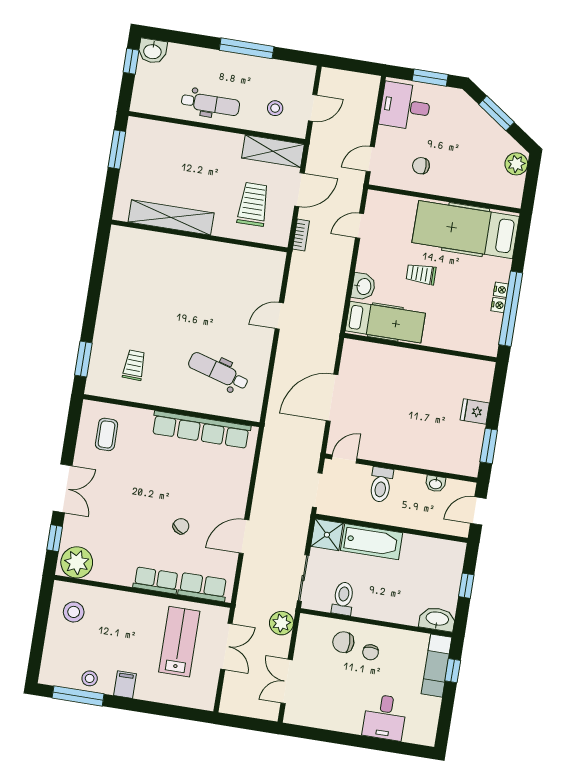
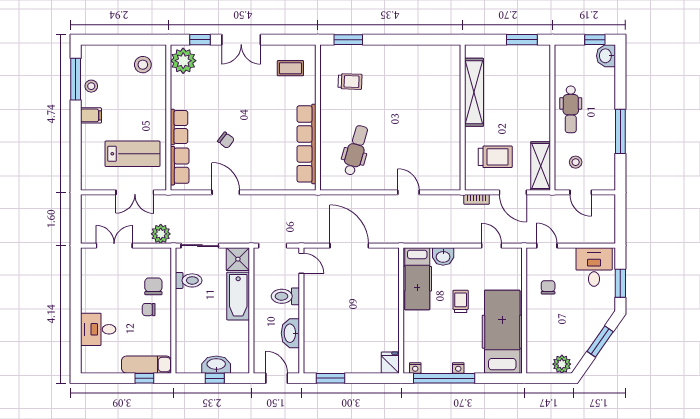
nightstand: (498, 305) -> (415, 368), moved
fridge: (475, 411) -> (390, 363), moved
washbasin: (436, 484) -> (290, 333), width x1.91, depth x1.45
washbasin: (437, 619) -> (216, 365), moved, turned -90

